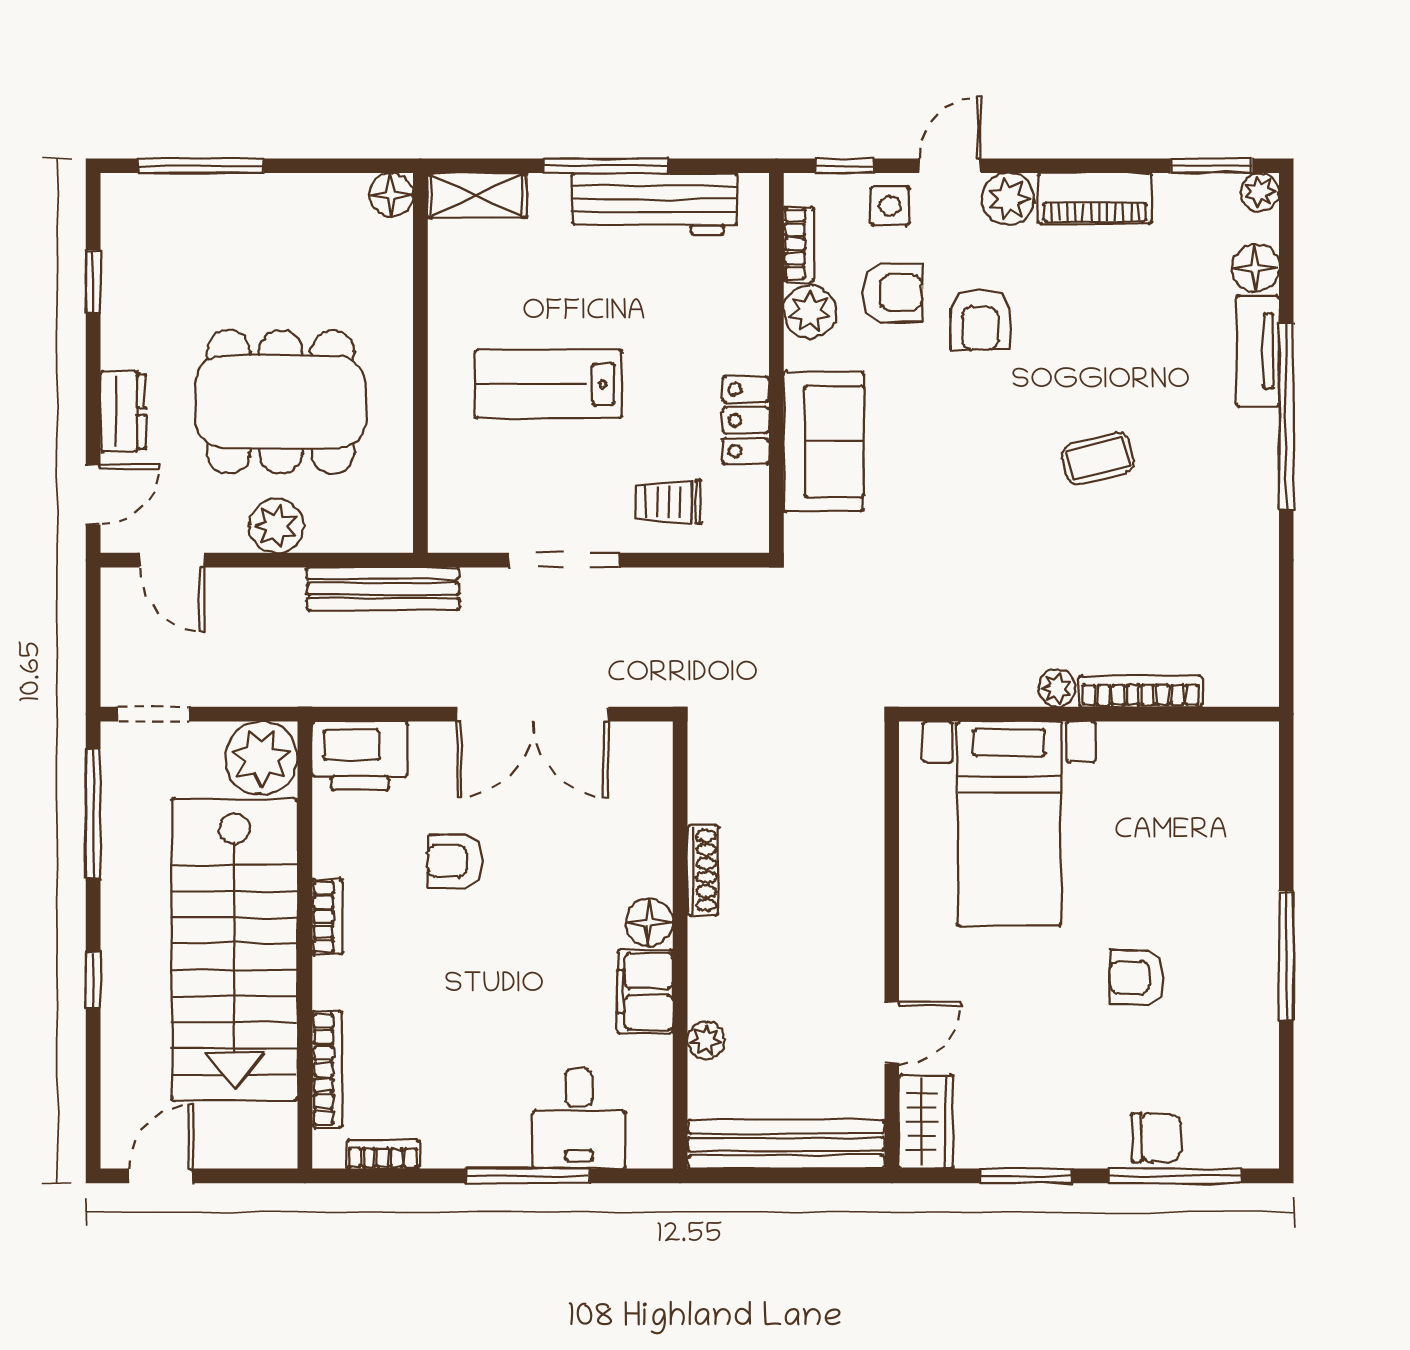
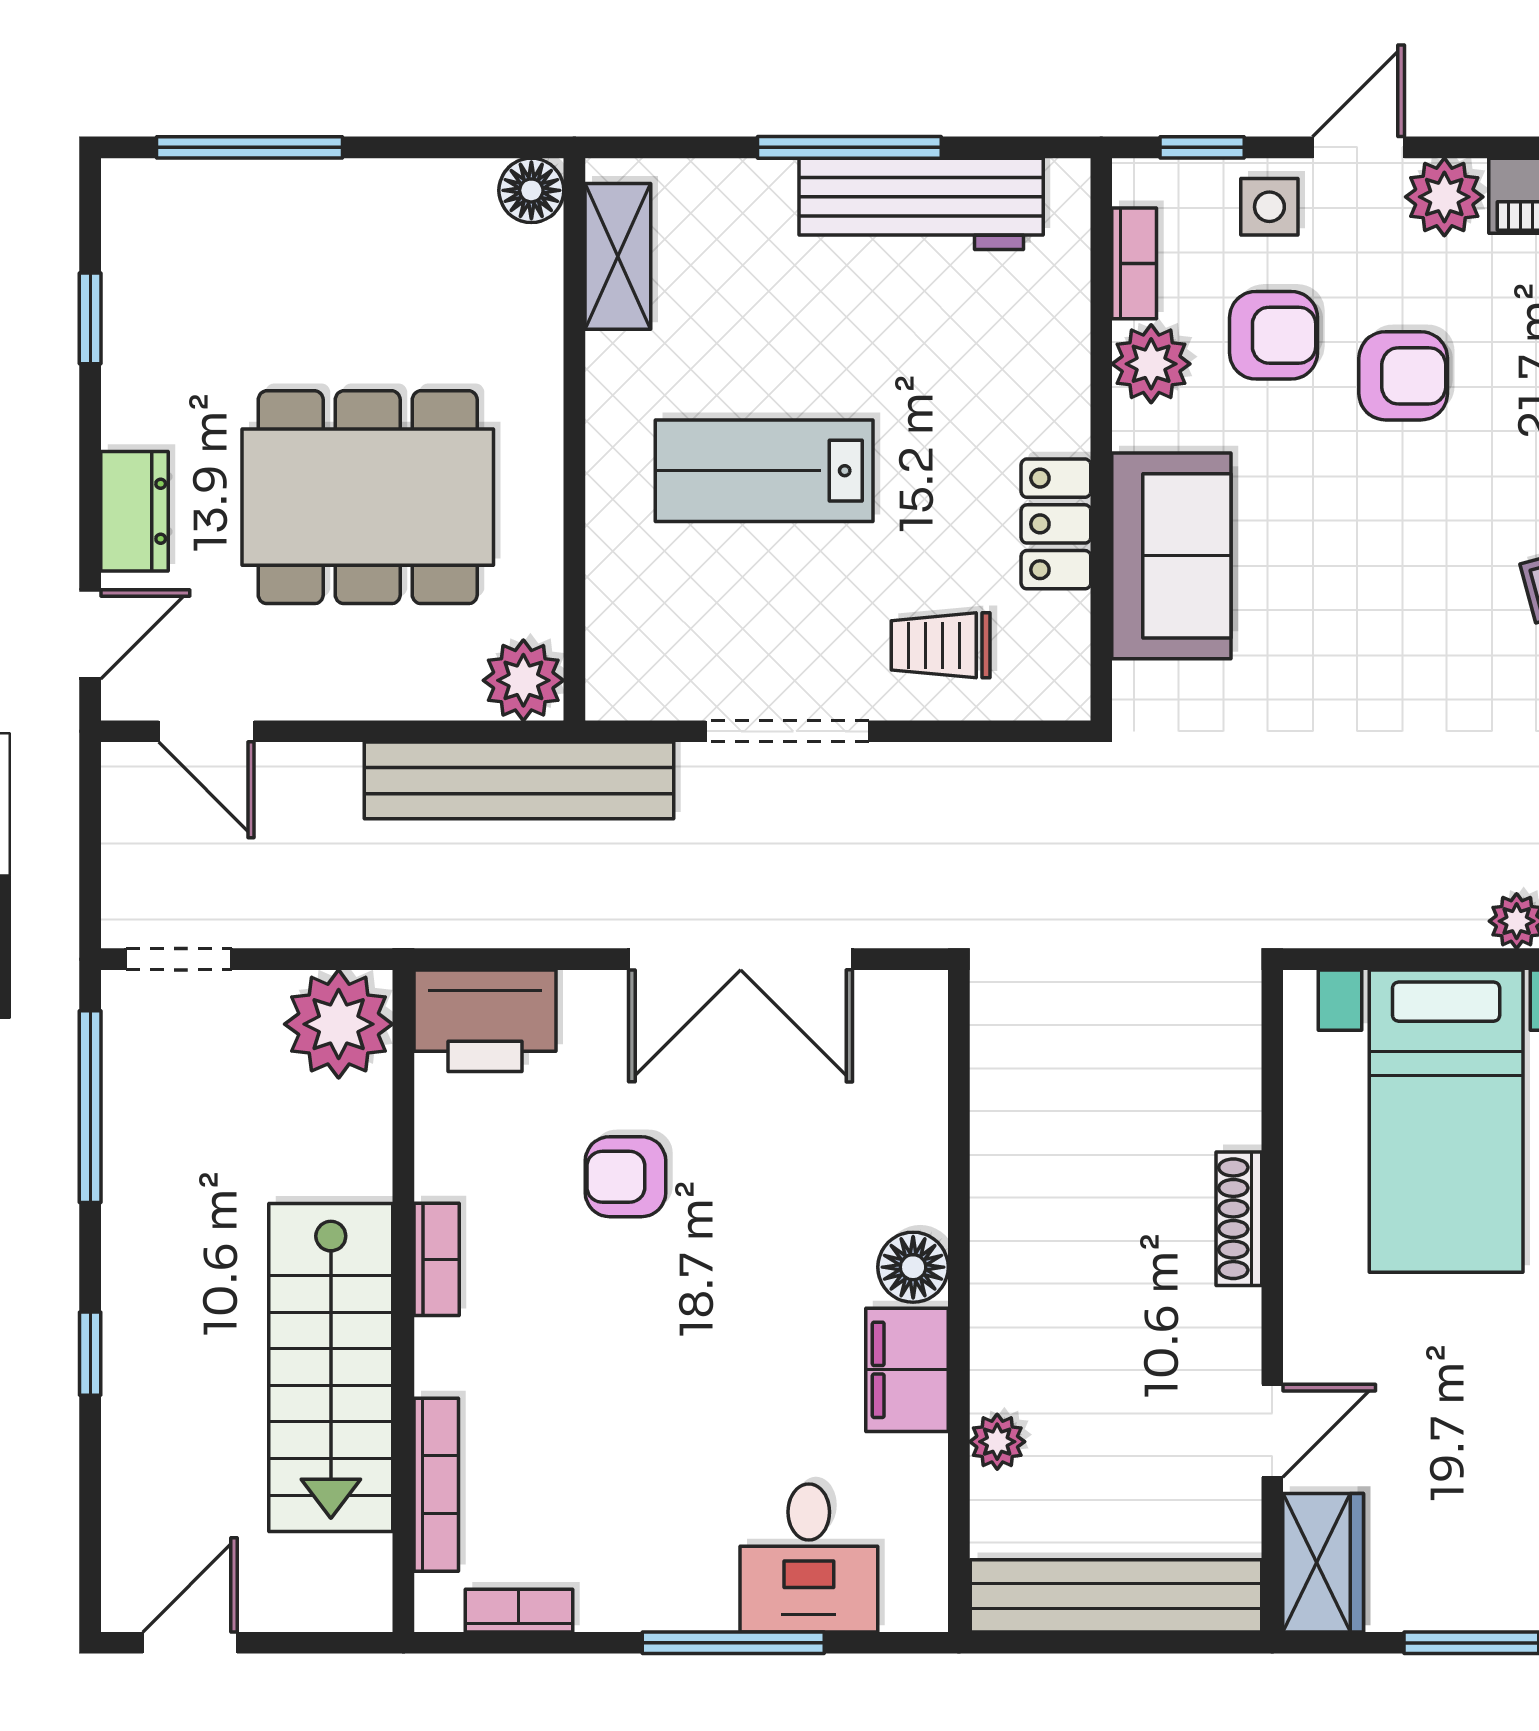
shelving: (477, 195) -> (618, 256), moved, turned 90
armchair: (980, 320) -> (1403, 376), turned -90
plant: (276, 526) -> (523, 680), moved
bench: (383, 589) -> (519, 780), width x1.37, depth x1.21
shoe rack: (703, 870) -> (1239, 1219), moved, turned 180
stairs: (235, 950) -> (331, 1367), width x0.73, depth x0.66

